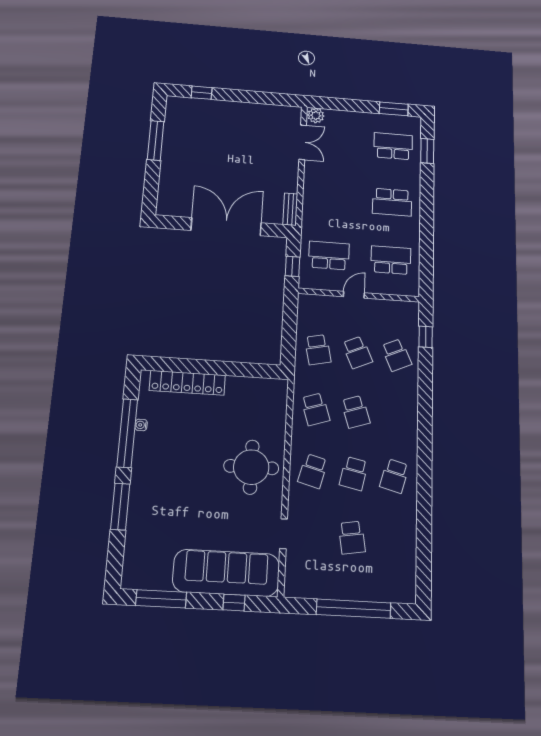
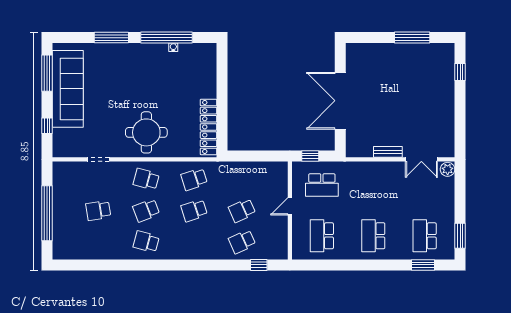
school desk: (393, 146) -> (425, 236), turned 180
bench: (290, 209) -> (388, 152), moved
double door: (226, 227) -> (340, 101), swing flipped
school desk: (329, 255) -> (322, 185), turned 90
school desk: (391, 260) -> (322, 236), turned 180
door: (354, 295) -> (290, 206), swing flipped
school desk: (318, 350) -> (242, 179), removed
locker: (187, 383) -> (208, 127), moved
school desk: (354, 473) -> (146, 210), turned -33
sofa: (226, 573) -> (68, 89), moved

